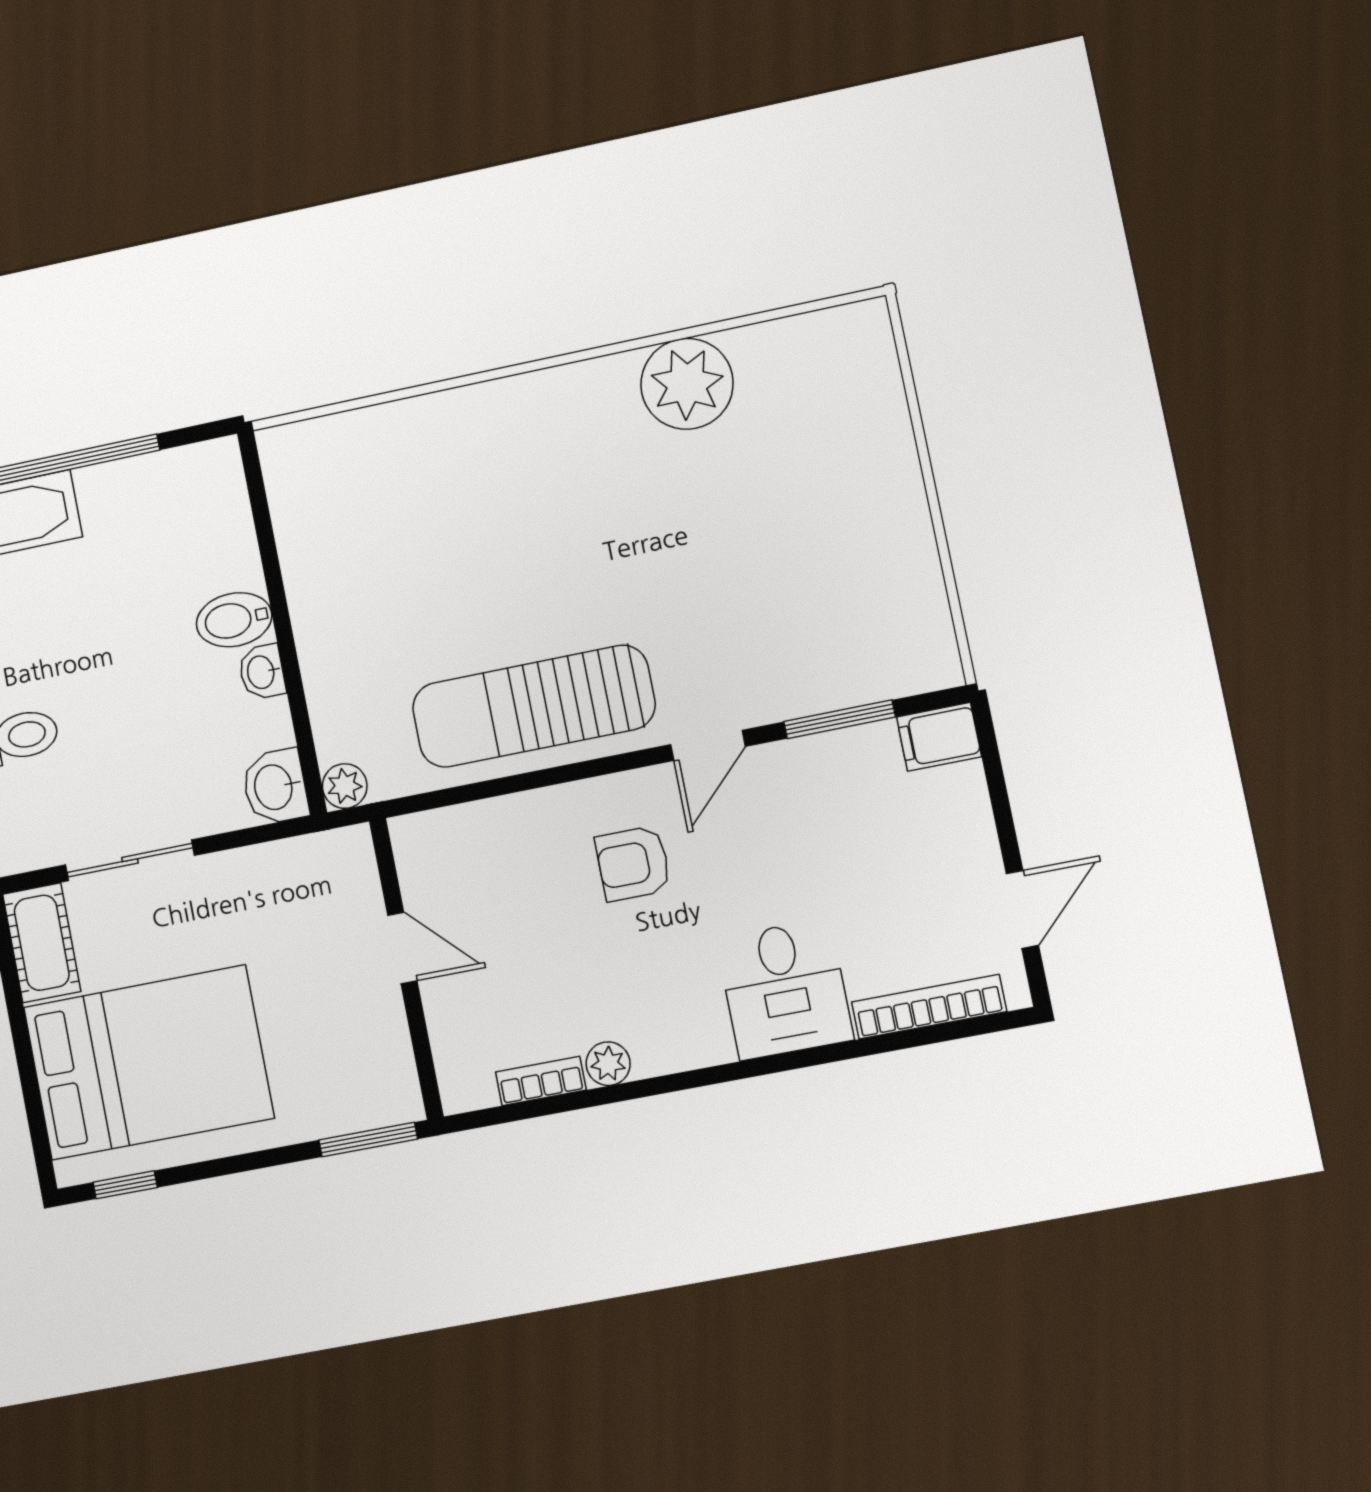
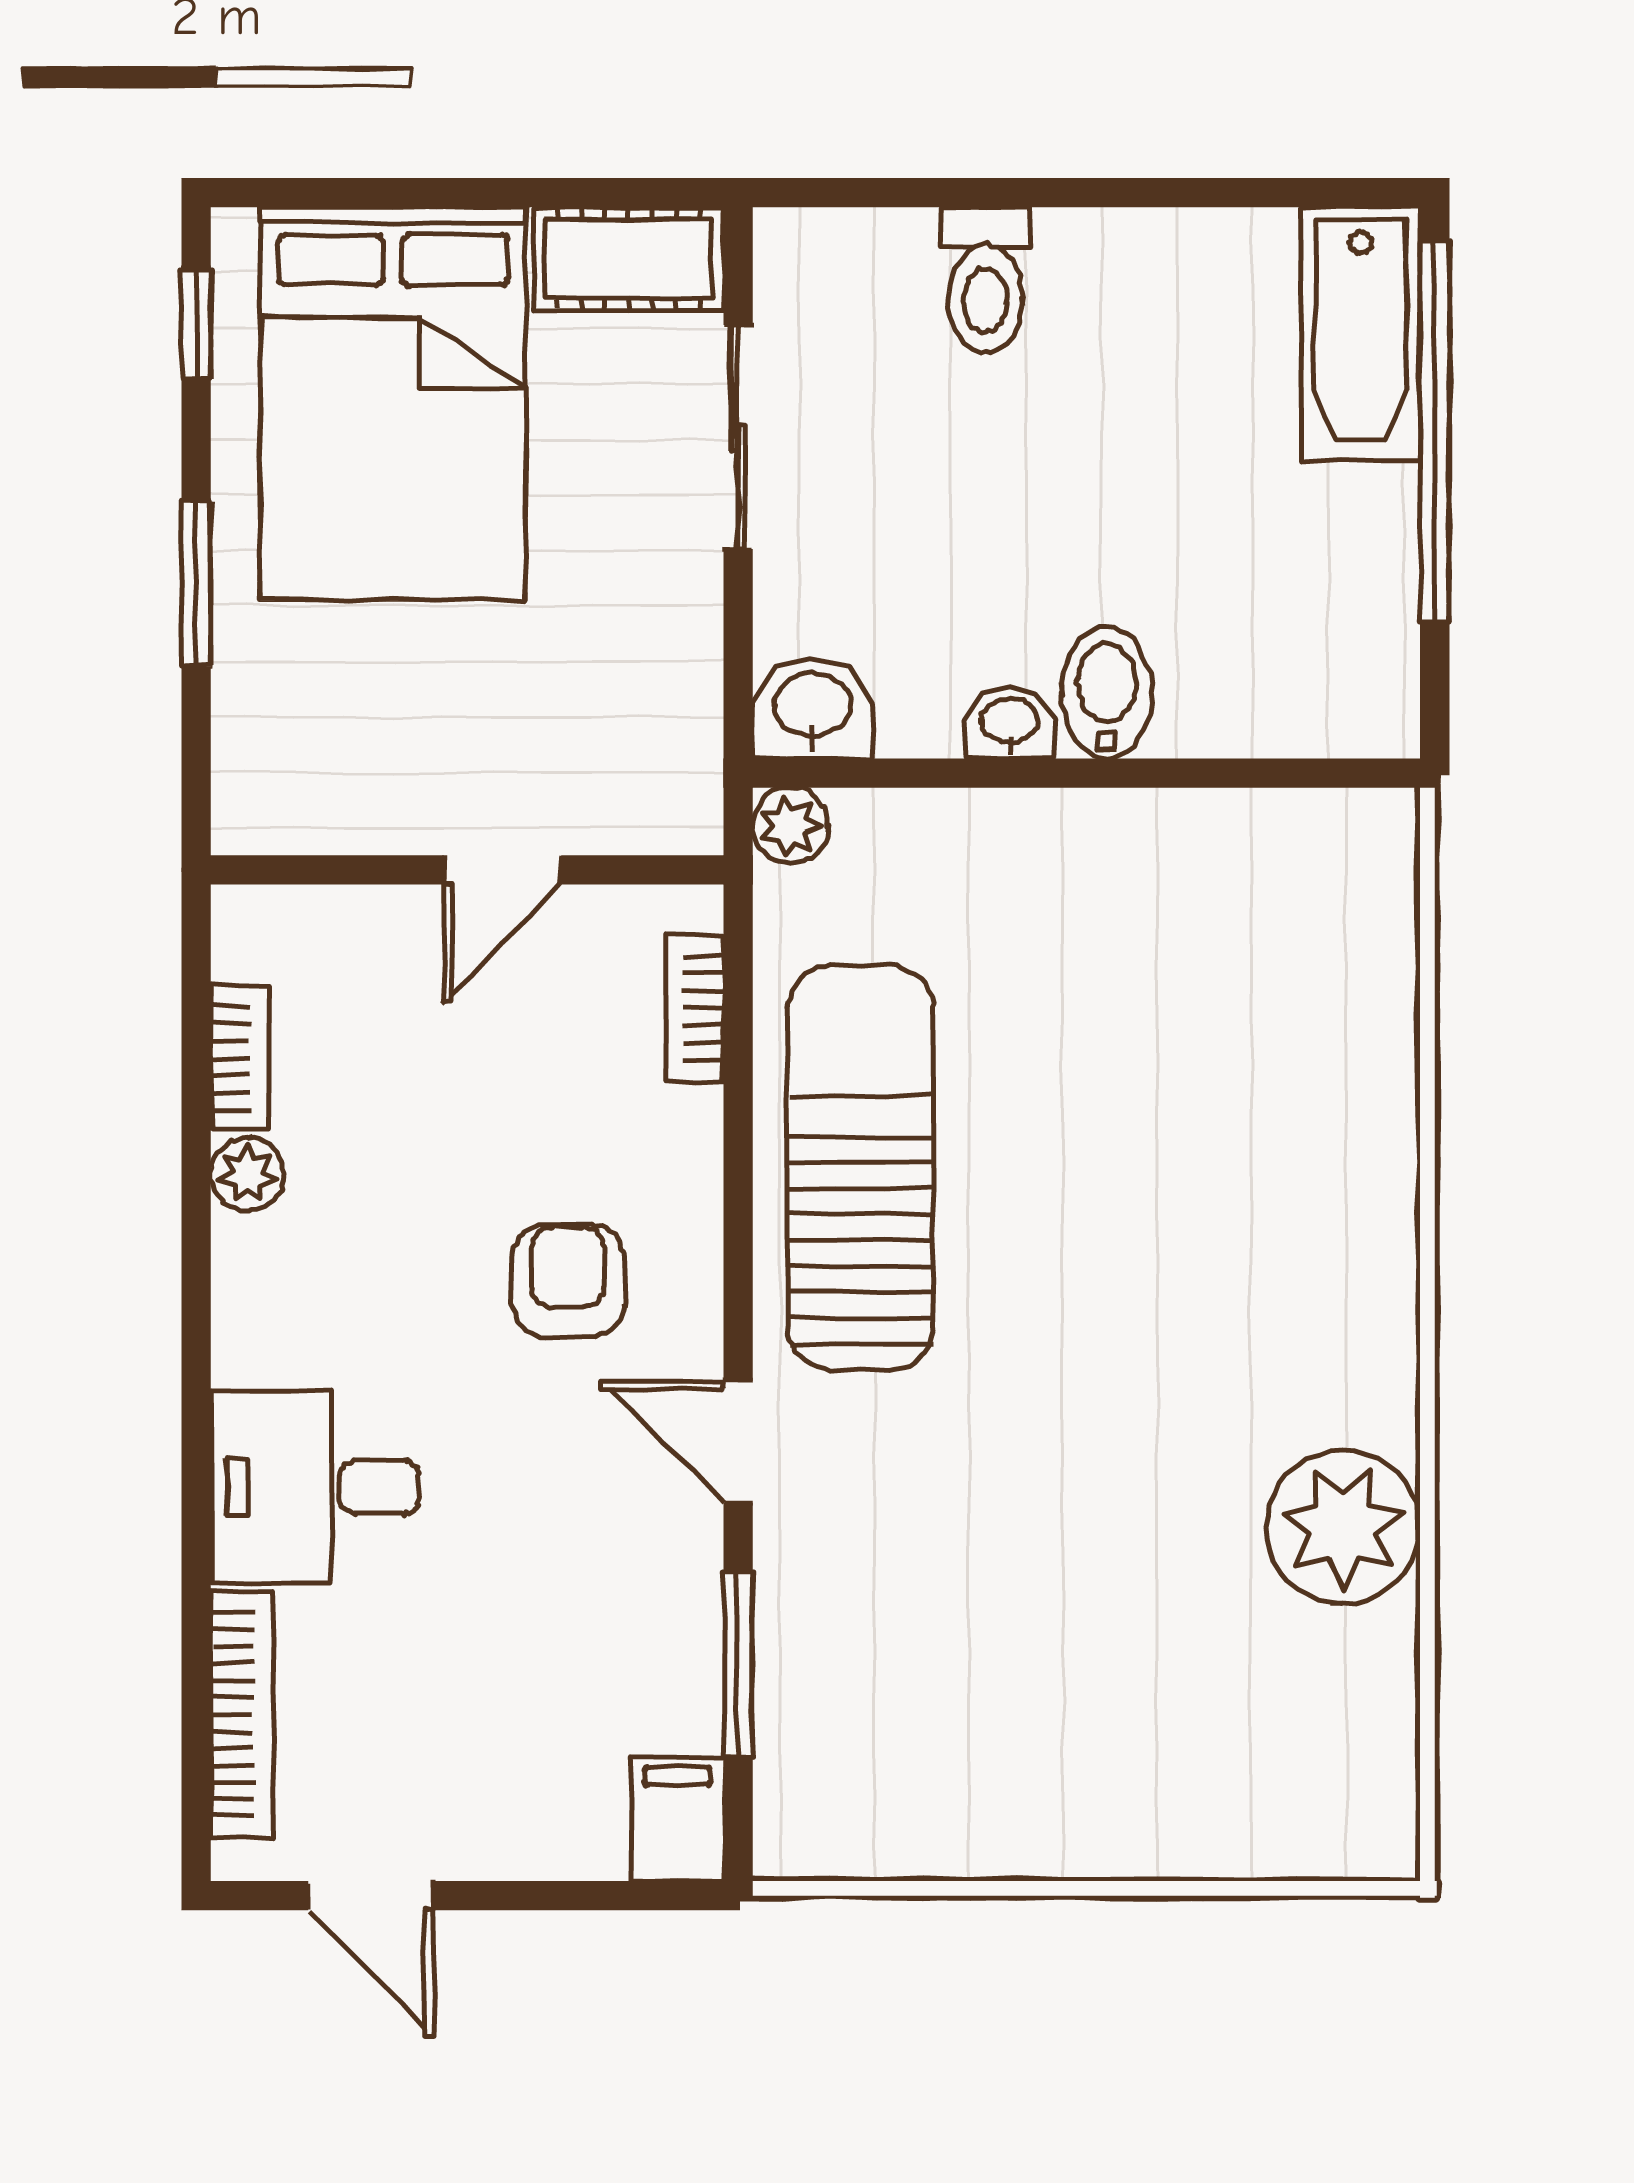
bookcase: (460, 821) -> (694, 1008), added
window: (368, 1140) -> (196, 583), moved

